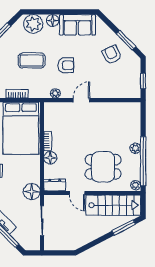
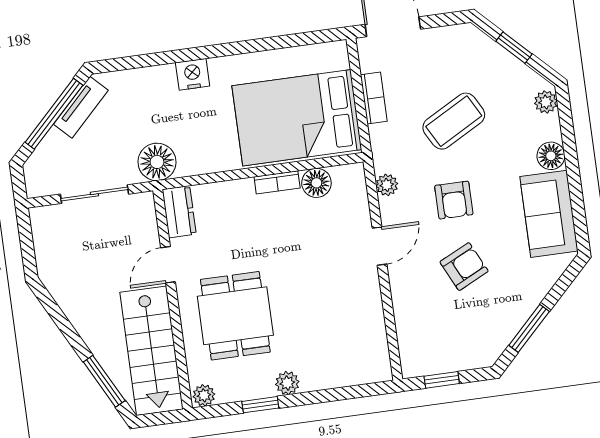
plant: (33, 24) -> (546, 102), width x0.53, depth x0.53
armchair: (112, 55) -> (464, 267), moved
coffee table: (32, 61) -> (454, 121), turned 61
door: (81, 100) -> (379, 246), hinge flipped
floor lamp: (50, 158) -> (316, 183), moved
window: (143, 161) -> (260, 405), width x0.32

